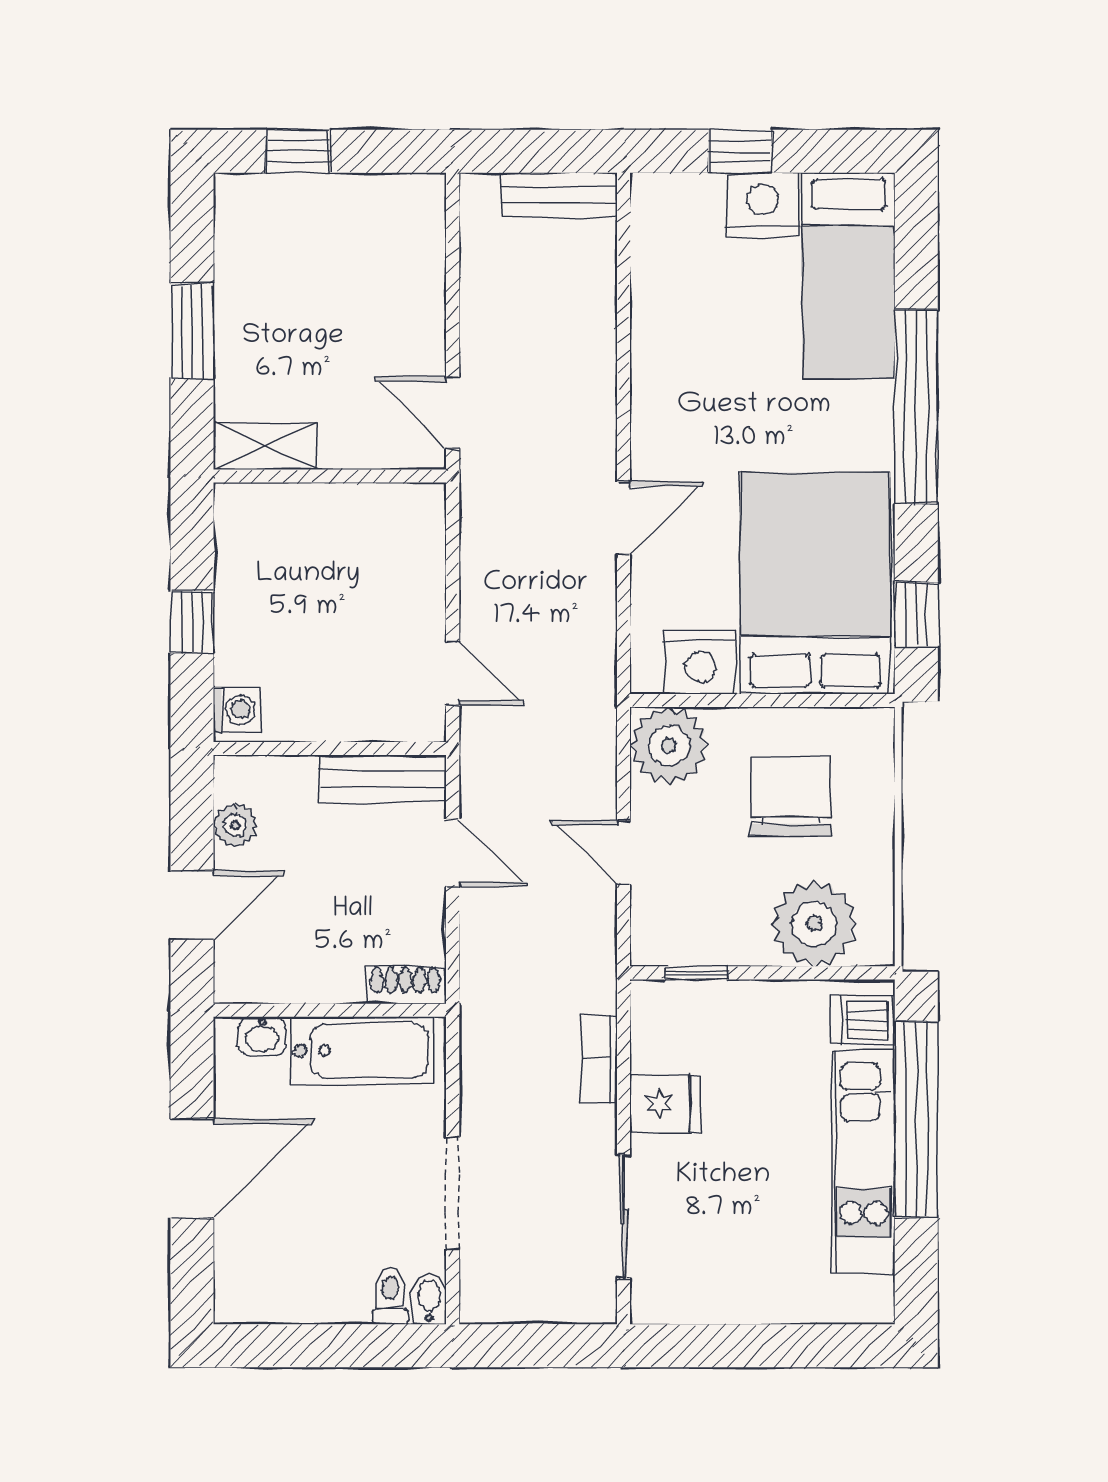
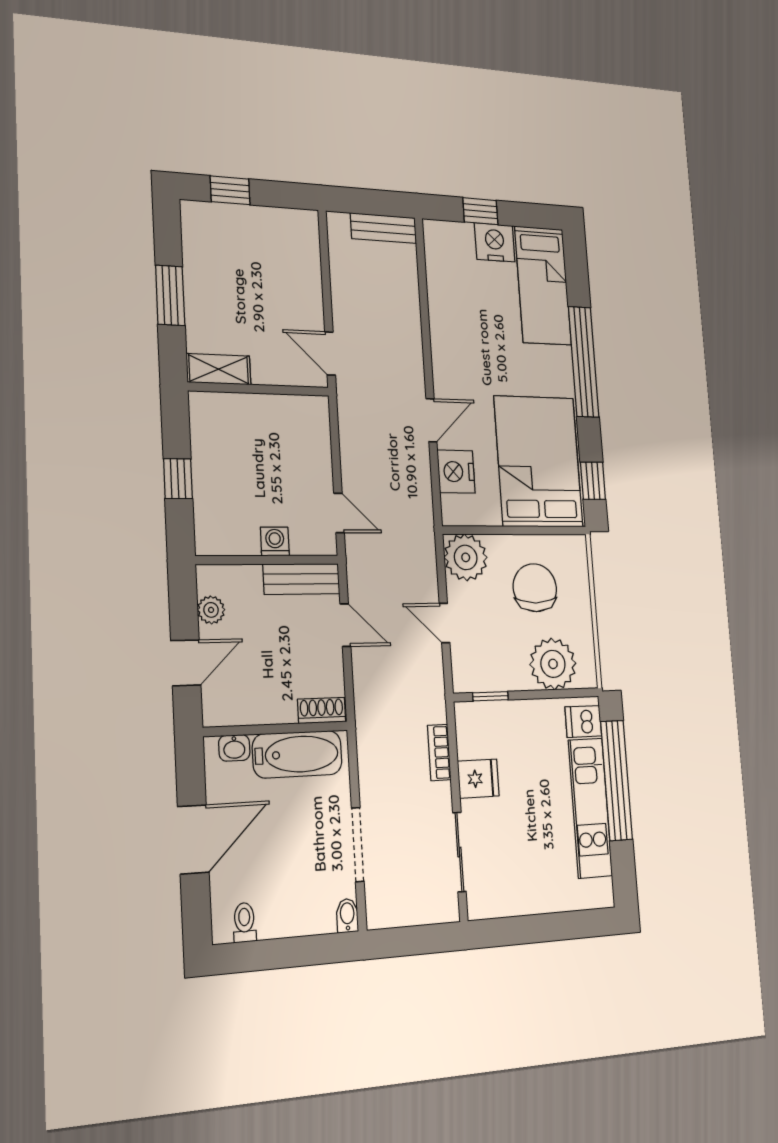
nightstand: (700, 662) -> (456, 472), moved, turned 90
washing machine: (236, 710) -> (275, 541), moved, turned -90
toilet: (390, 1296) -> (244, 922), moved

